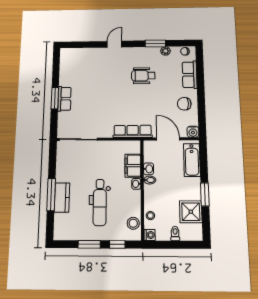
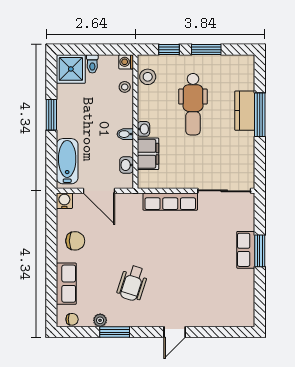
wheelchair: (143, 76) -> (133, 283), turned 108
row of seats: (133, 131) -> (170, 202), moved
washbasin: (149, 169) -> (127, 165), moved
dental chair: (100, 202) -> (193, 104), turned 180
shower: (191, 212) -> (71, 69), moved

